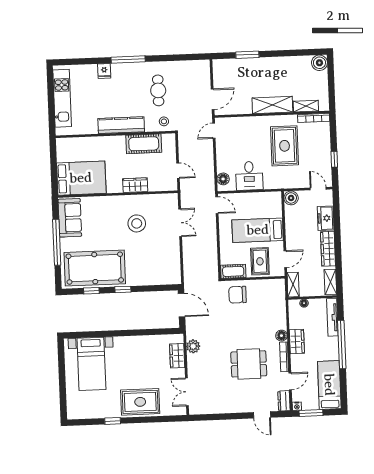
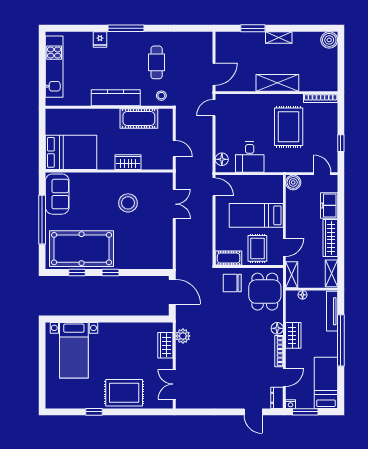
shelving: (306, 106) -> (279, 38), moved
dining table: (249, 364) -> (265, 292), moved, turned 90

